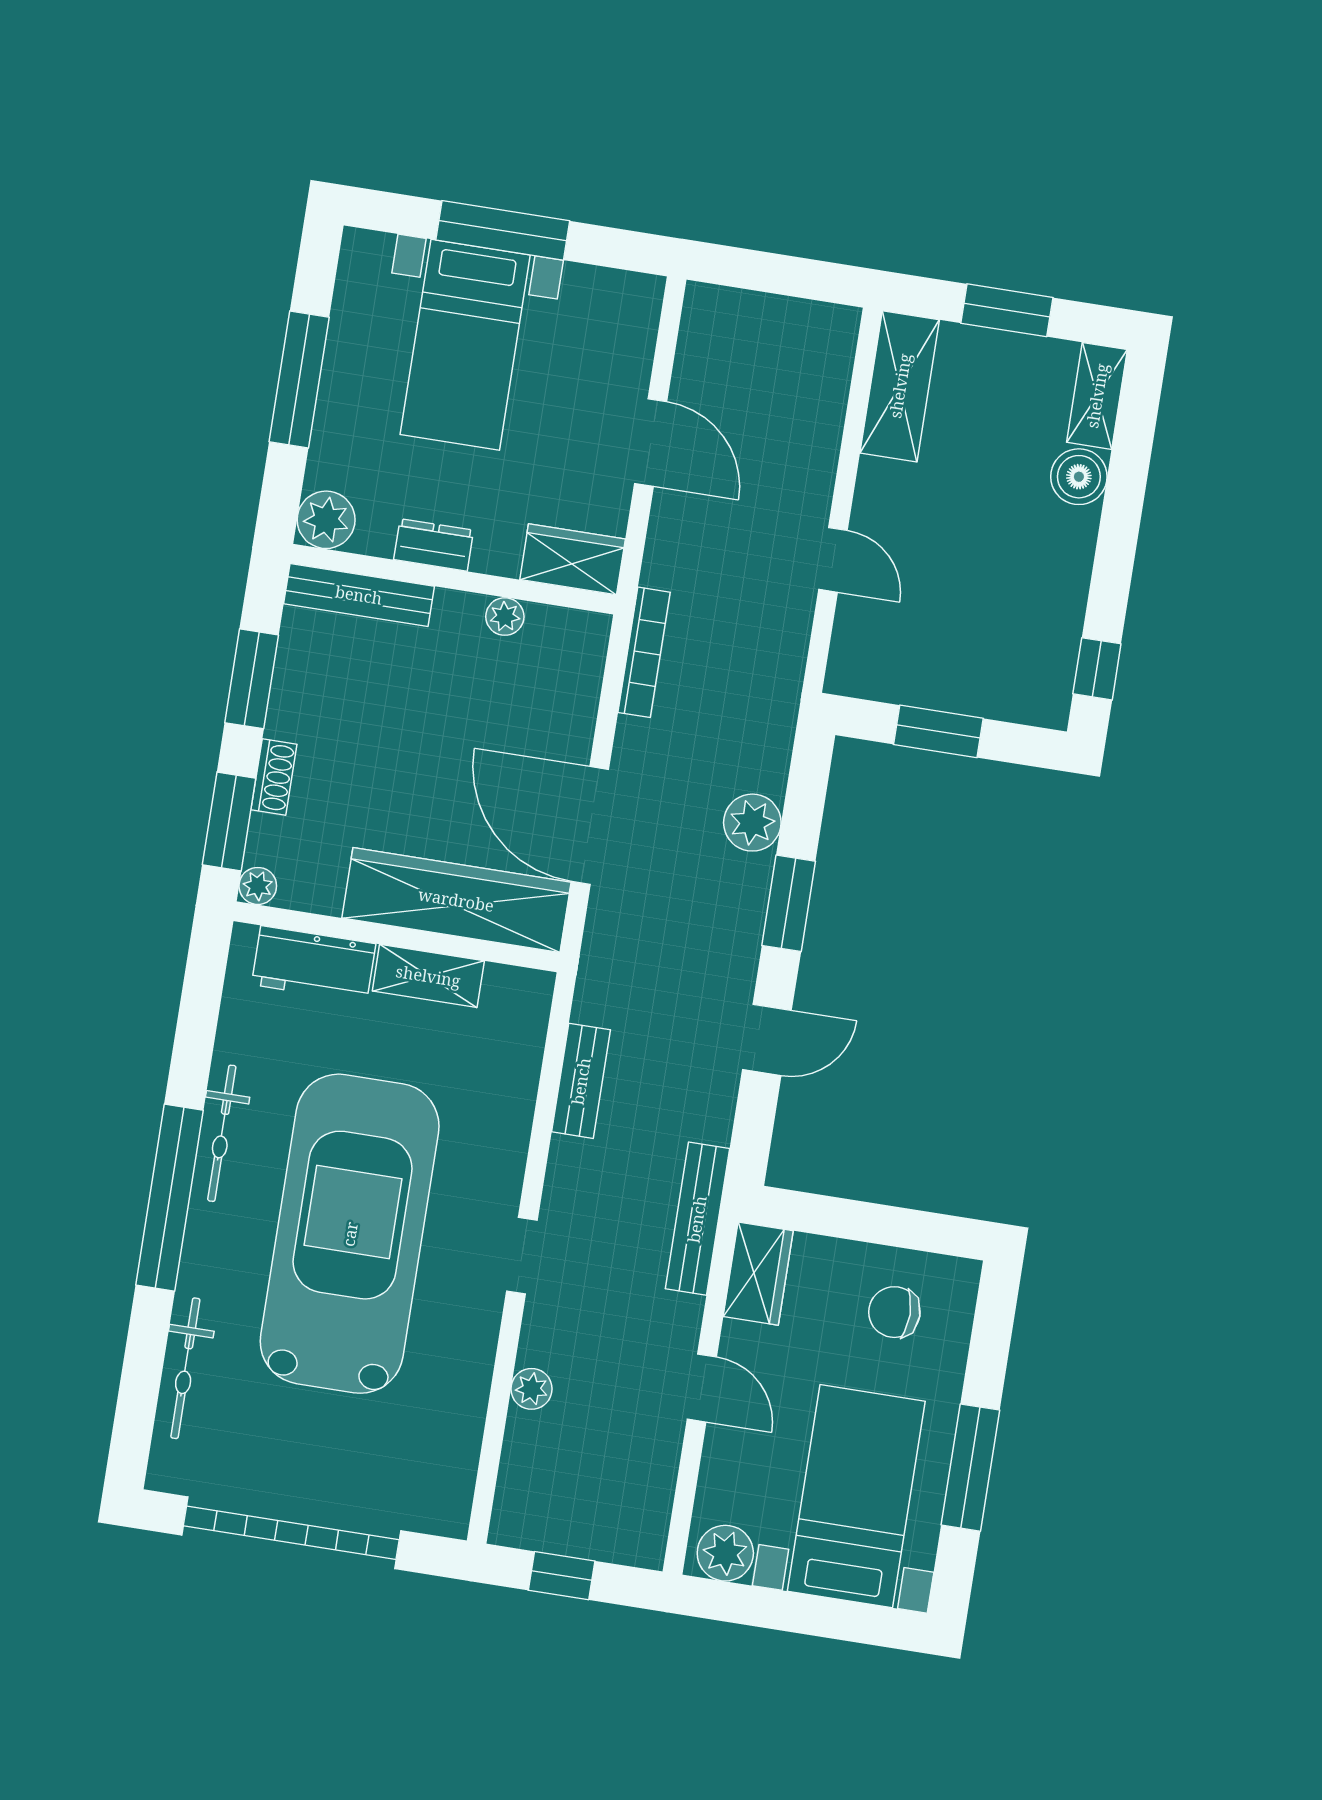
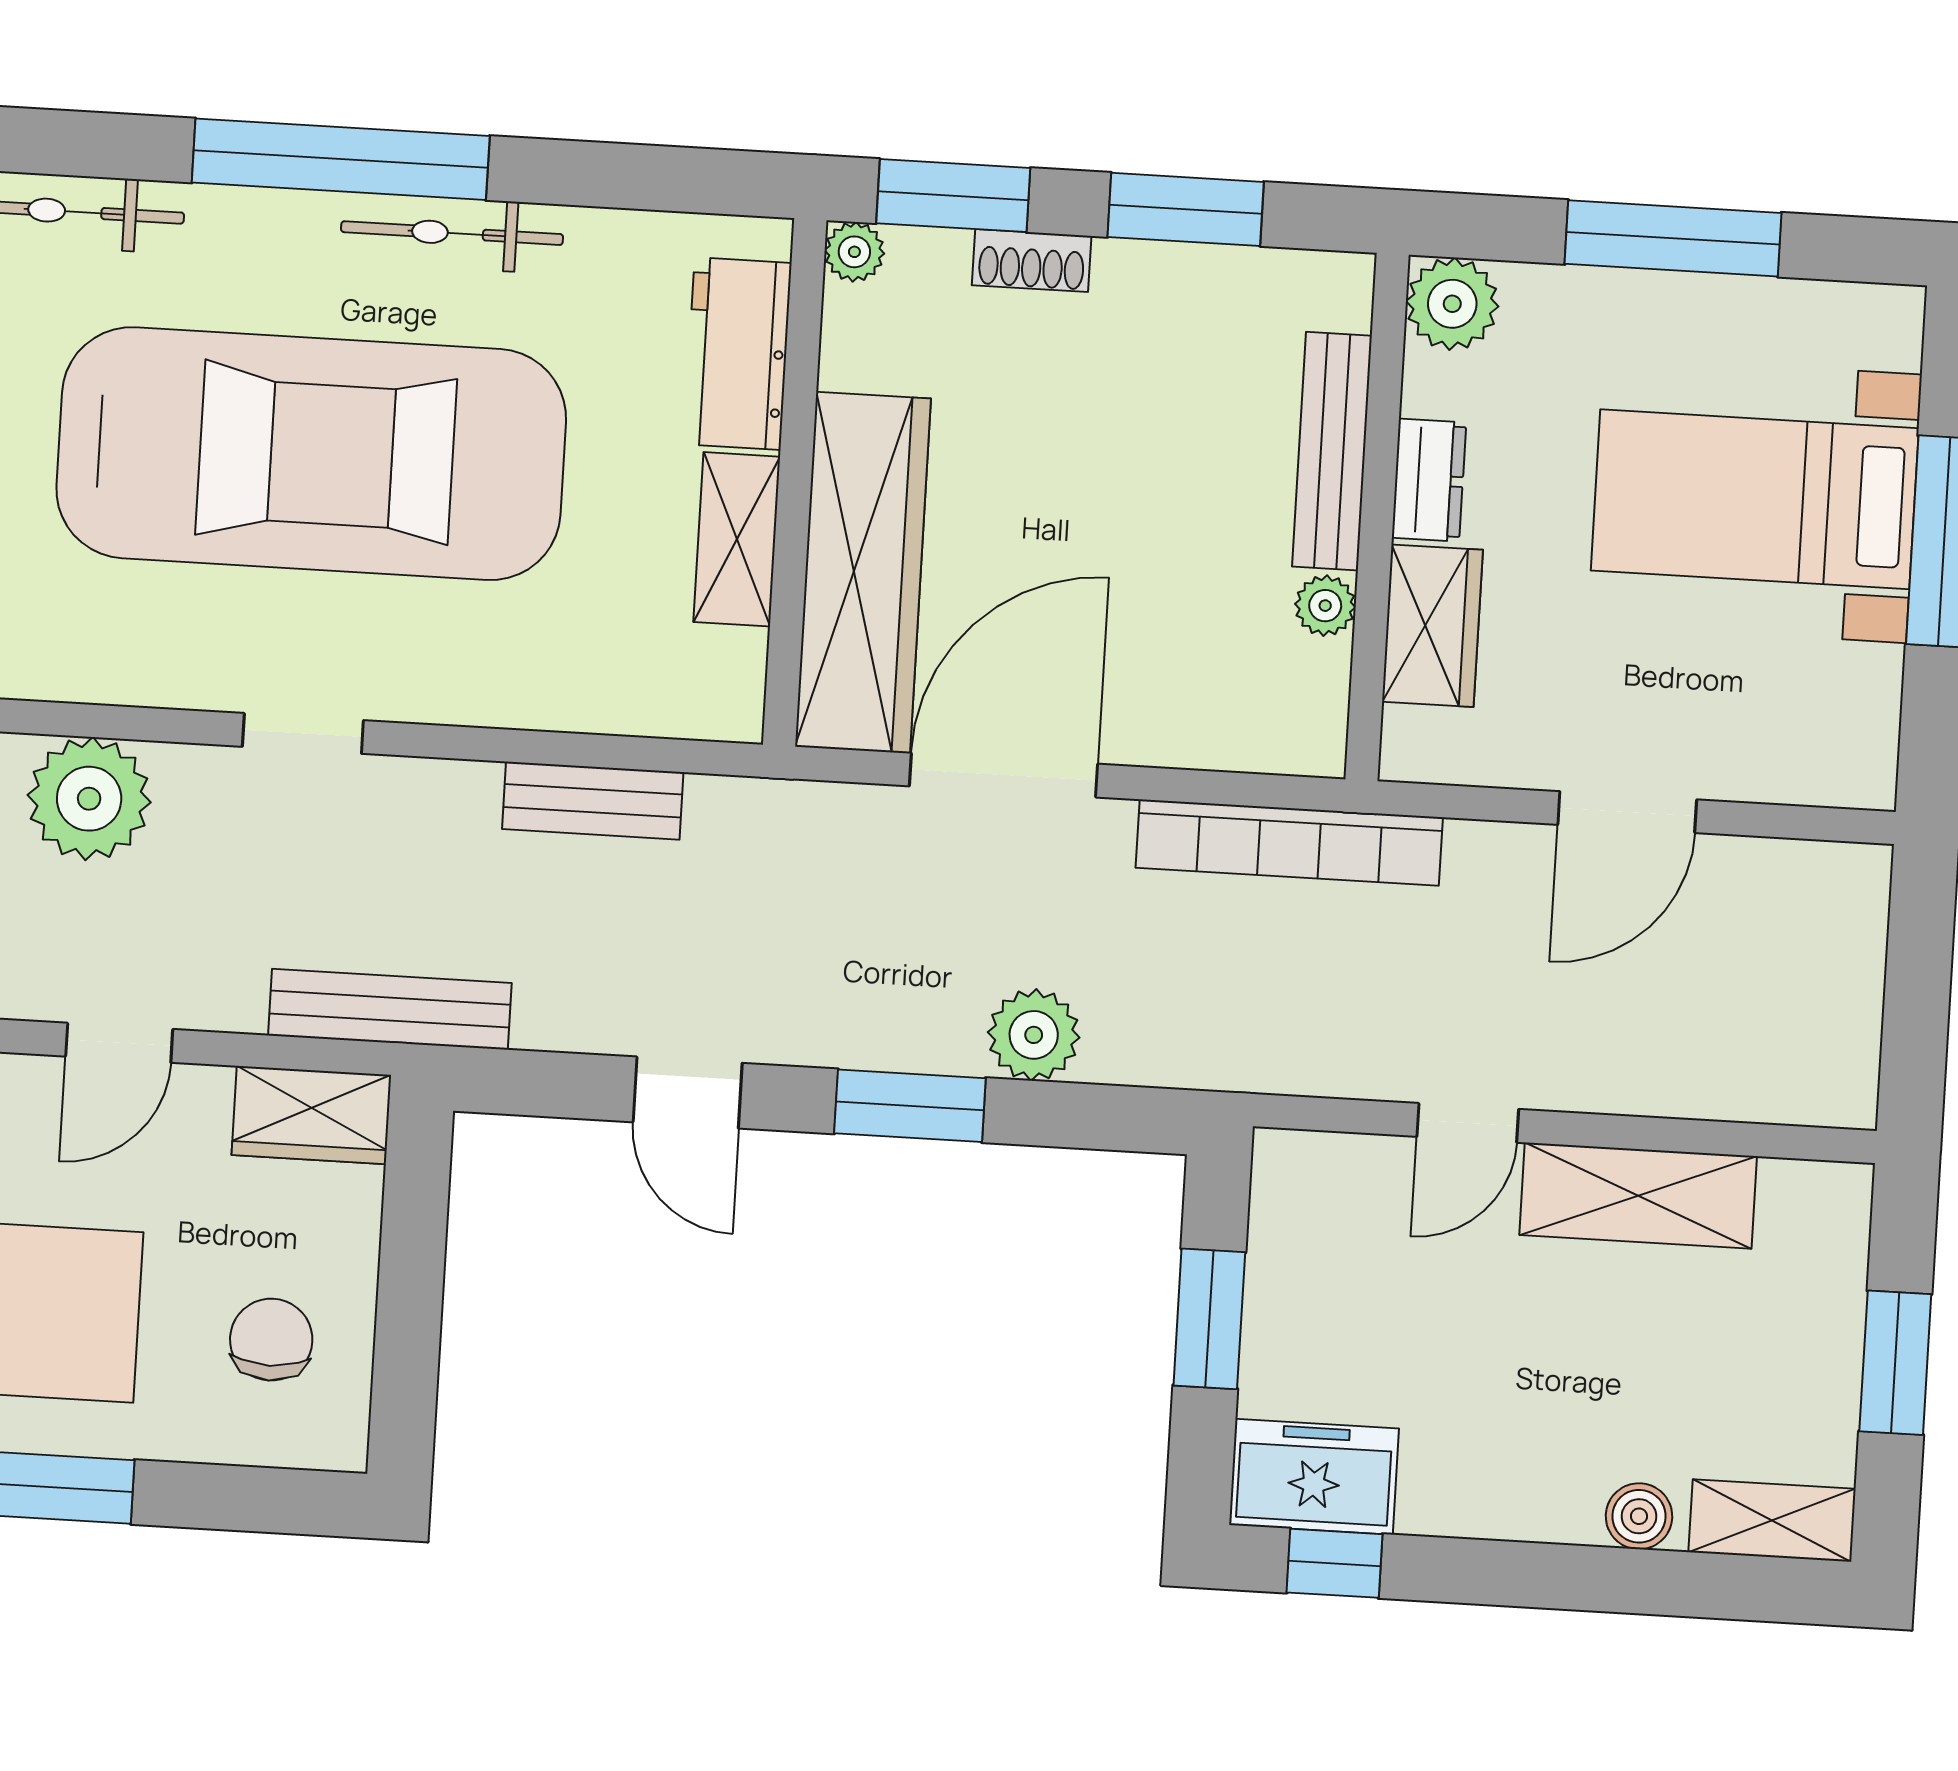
shelving: (900, 386) -> (1638, 1196), moved
boiler: (1079, 477) -> (1639, 1516), width x0.73, depth x0.73
wardrobe: (573, 559) -> (1432, 626), moved
bench: (359, 595) -> (1332, 451), moved
bookcase: (644, 652) -> (1289, 843), width x1.48, depth x1.31
freezer: (1042, 676) -> (1314, 1477), added
plant: (532, 1389) -> (89, 799), width x1.87, depth x1.87

